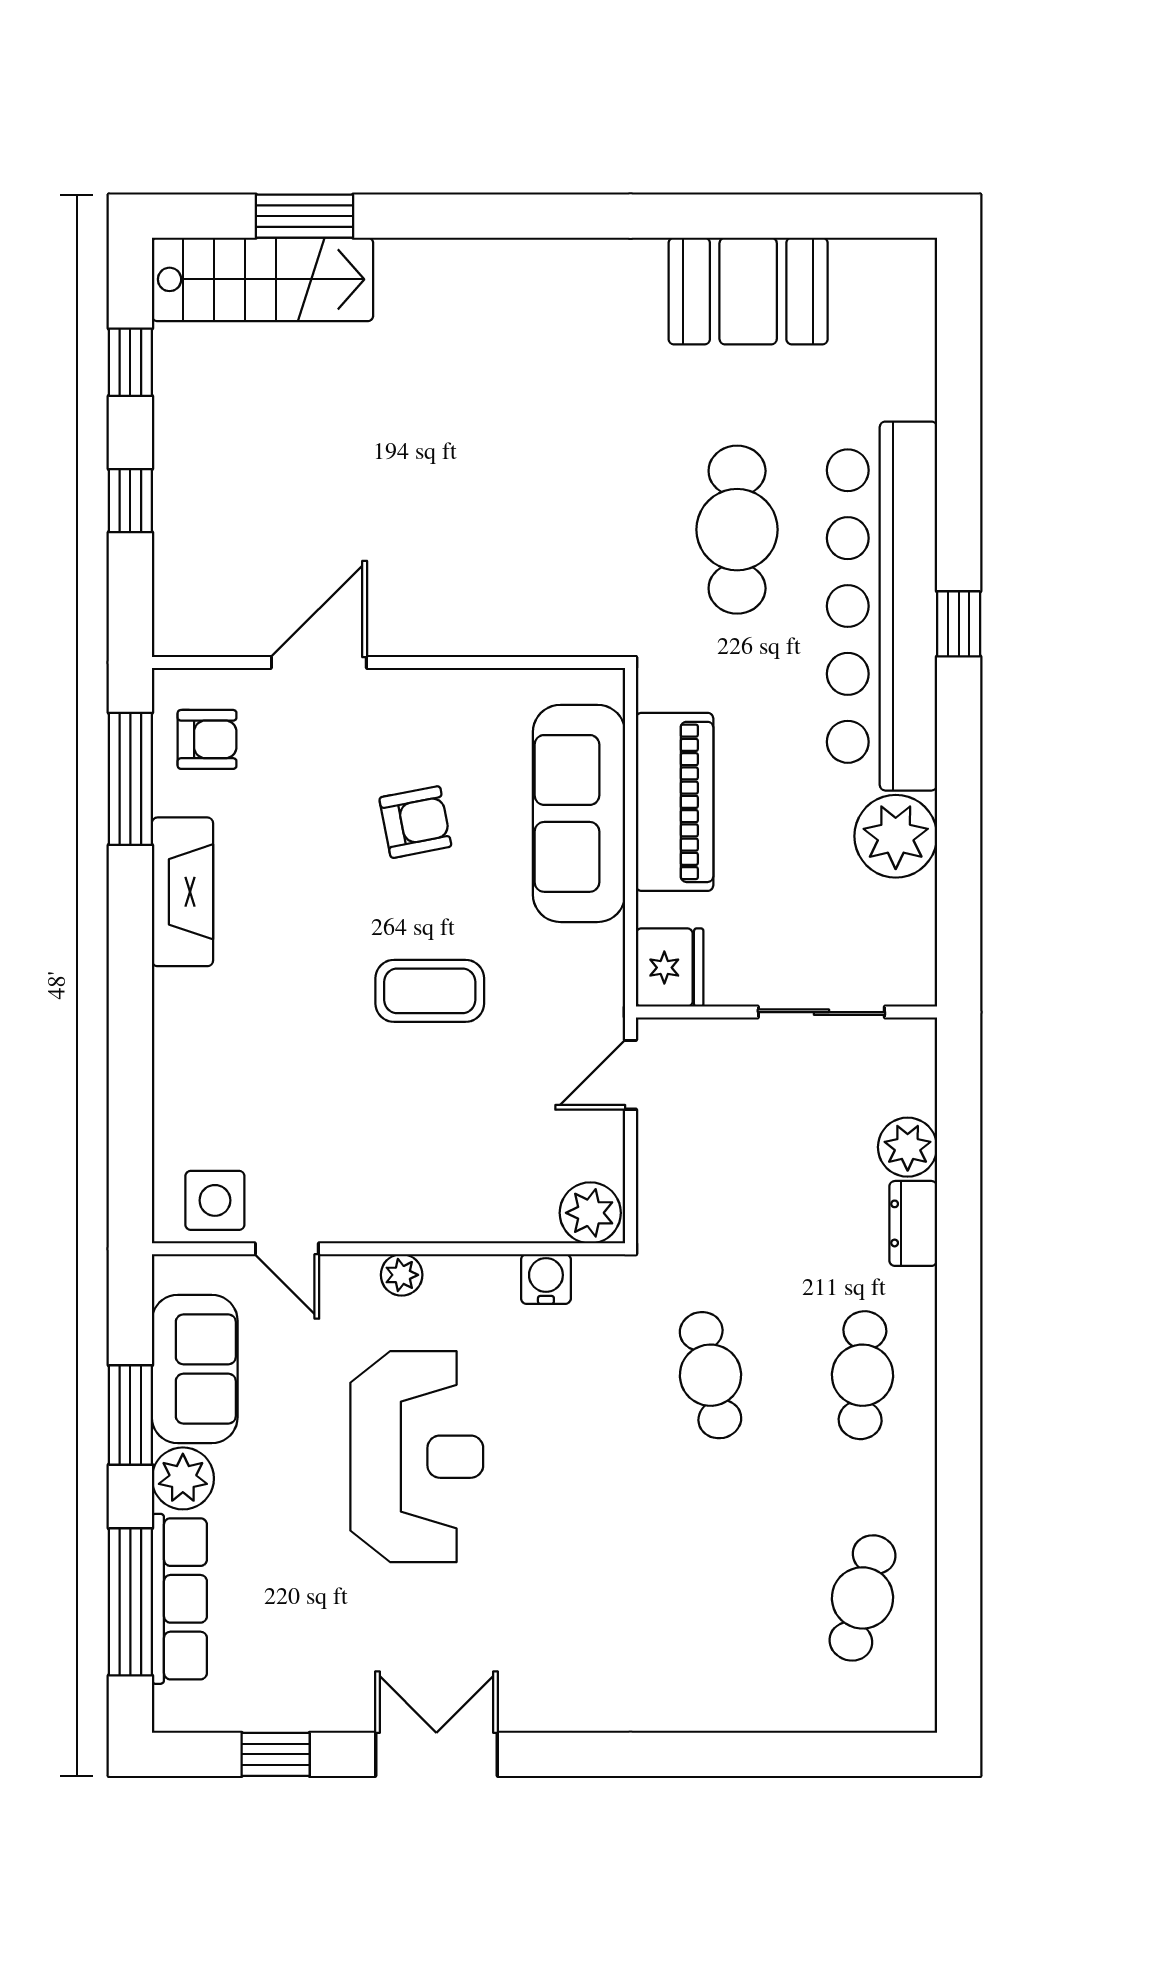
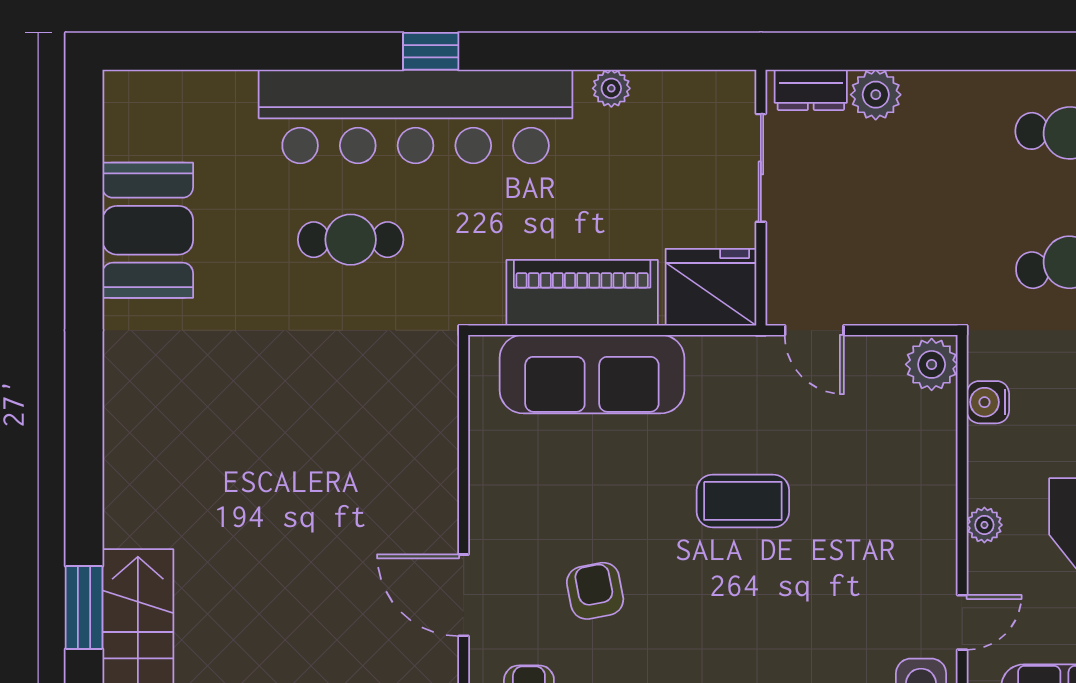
cafe table: (737, 530) -> (351, 240), width x0.73, depth x0.74
armchair: (415, 822) -> (595, 591), moved
plant: (896, 836) -> (611, 88), width x0.53, depth x0.53
fridge: (670, 968) -> (711, 287), width x1.36, depth x1.34
coffee table: (430, 991) -> (743, 501), turned 90
dresser: (913, 1223) -> (811, 90), moved

